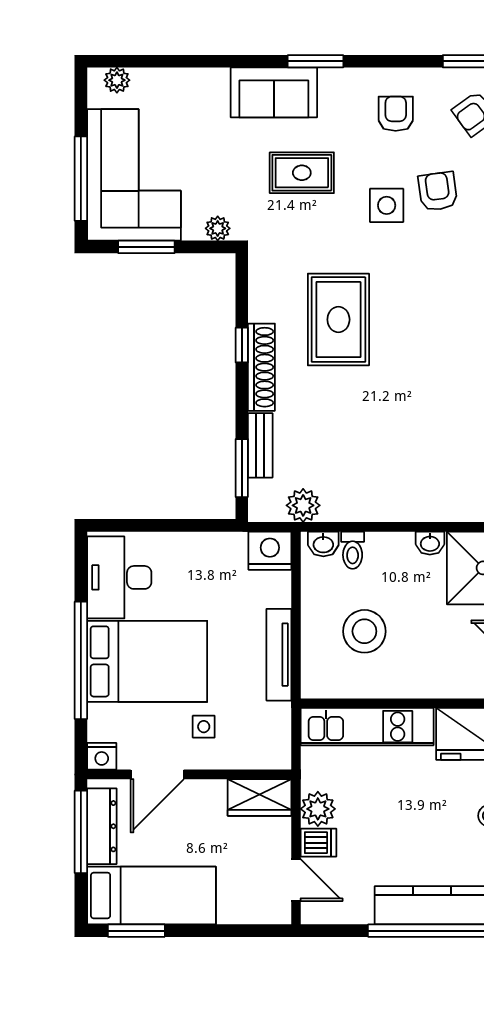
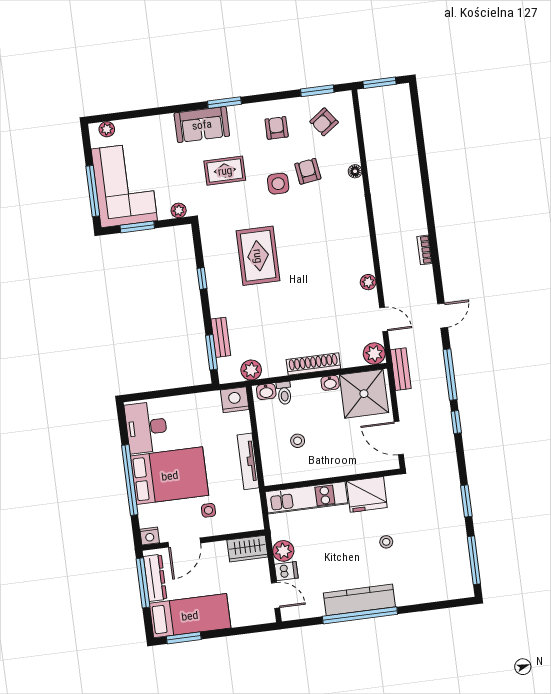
shoe rack: (261, 367) -> (313, 364), moved, turned -90
stool: (364, 631) -> (298, 441), width x0.53, depth x0.53

